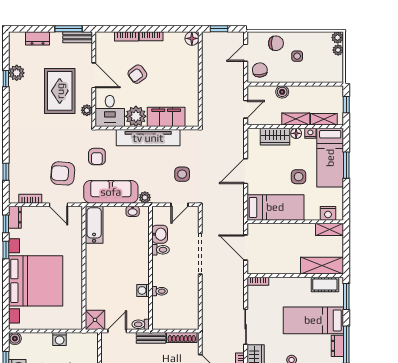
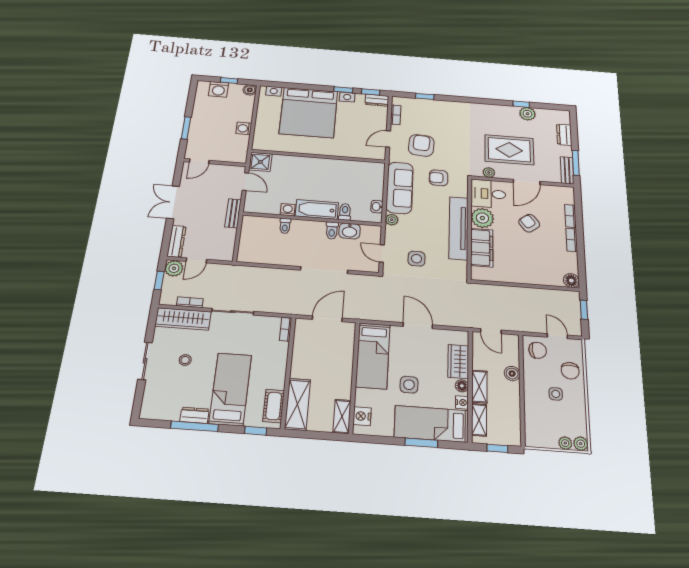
bathtub: (94, 225) -> (317, 209), moved, turned 180
window: (346, 296) -> (256, 431), width x0.67
toilet: (141, 324) -> (345, 212), moved
shoe rack: (182, 337) -> (229, 244), removed

